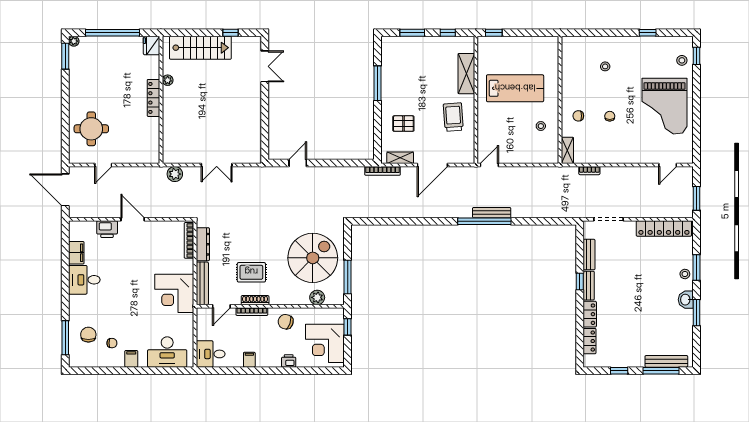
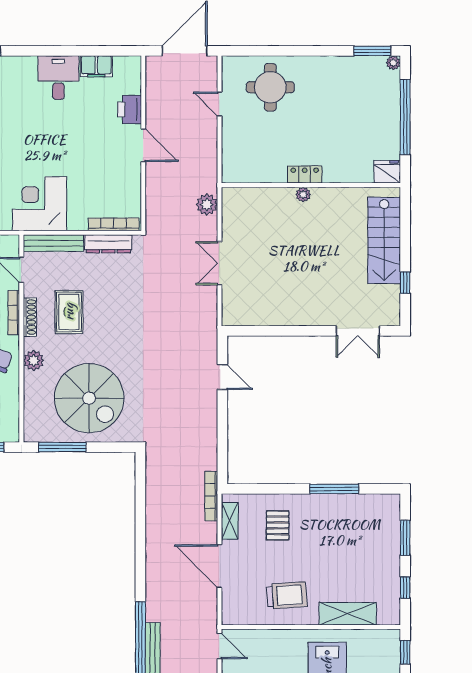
plant: (168, 80) -> (303, 194), moved
locker: (153, 98) -> (305, 175), width x0.66
door: (133, 219) -> (143, 145), hinge flipped
plant: (317, 297) -> (34, 360), moved

